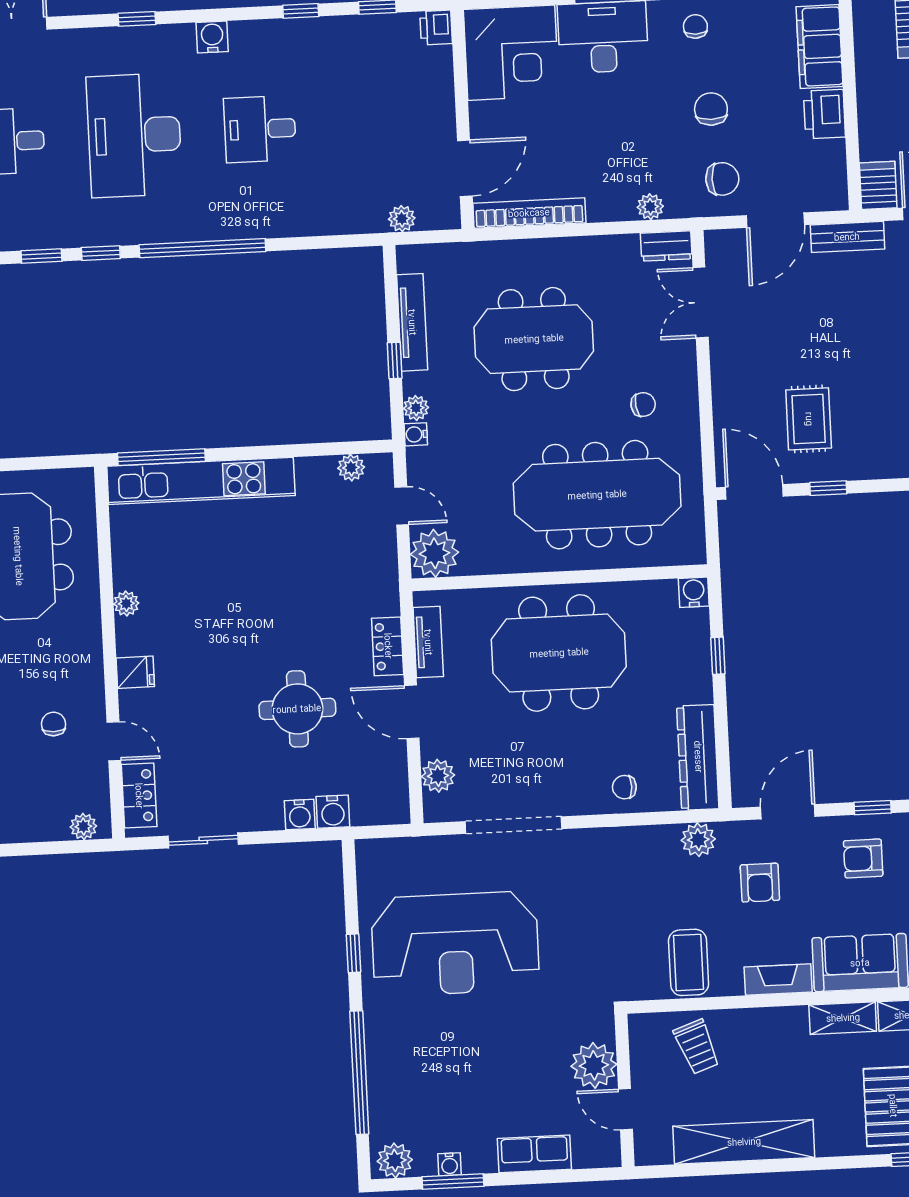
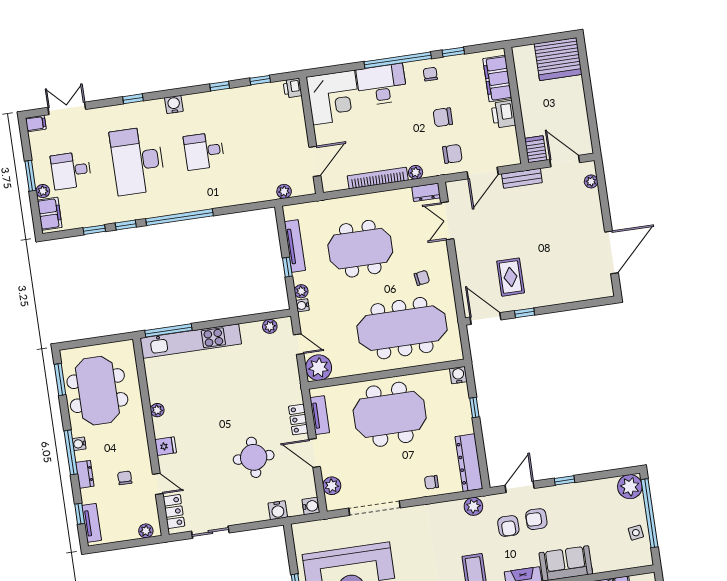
chair: (711, 109) -> (443, 117), turned -90
bookcase: (529, 213) -> (378, 178), moved
water cooler: (300, 815) -> (311, 506), moved, turned -90
armchair: (863, 858) -> (536, 519), moved

